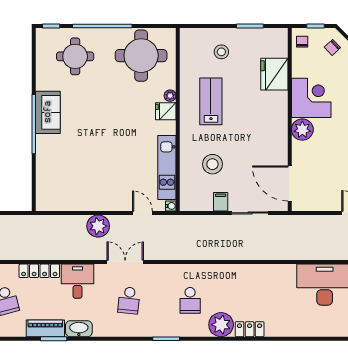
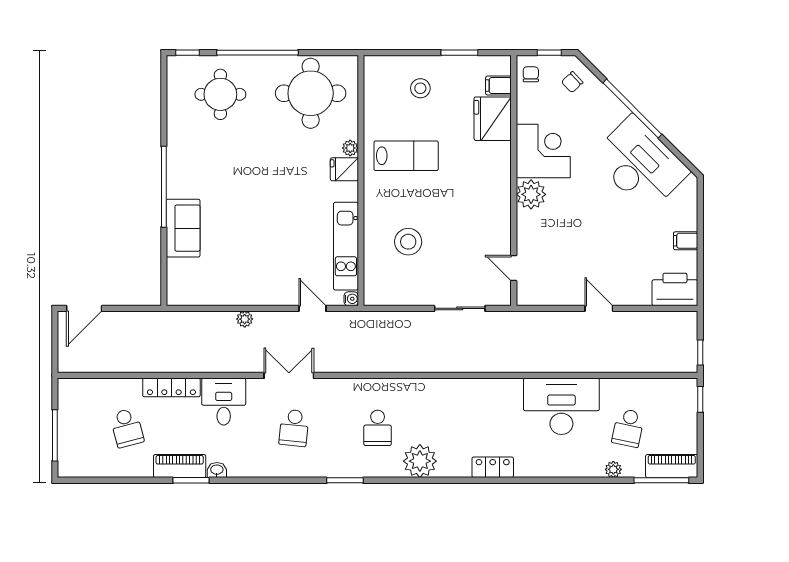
lab bench: (211, 101) -> (406, 156), turned 90
sofa: (48, 112) -> (183, 228), moved
door: (290, 183) -> (514, 268), width x0.53
filing cabinet: (221, 202) -> (498, 86), moved, turned -90
plant: (98, 226) -> (245, 319), width x0.53, depth x0.53
washbasin: (79, 329) -> (217, 470), width x0.52, depth x0.69
locker: (250, 329) -> (493, 467), moved

